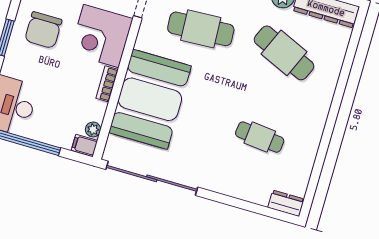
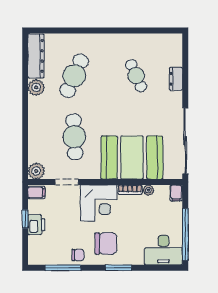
plant: (93, 129) -> (148, 190), moved
cafe table: (260, 137) -> (136, 76), turned -30
dresser: (286, 203) -> (176, 79), moved

